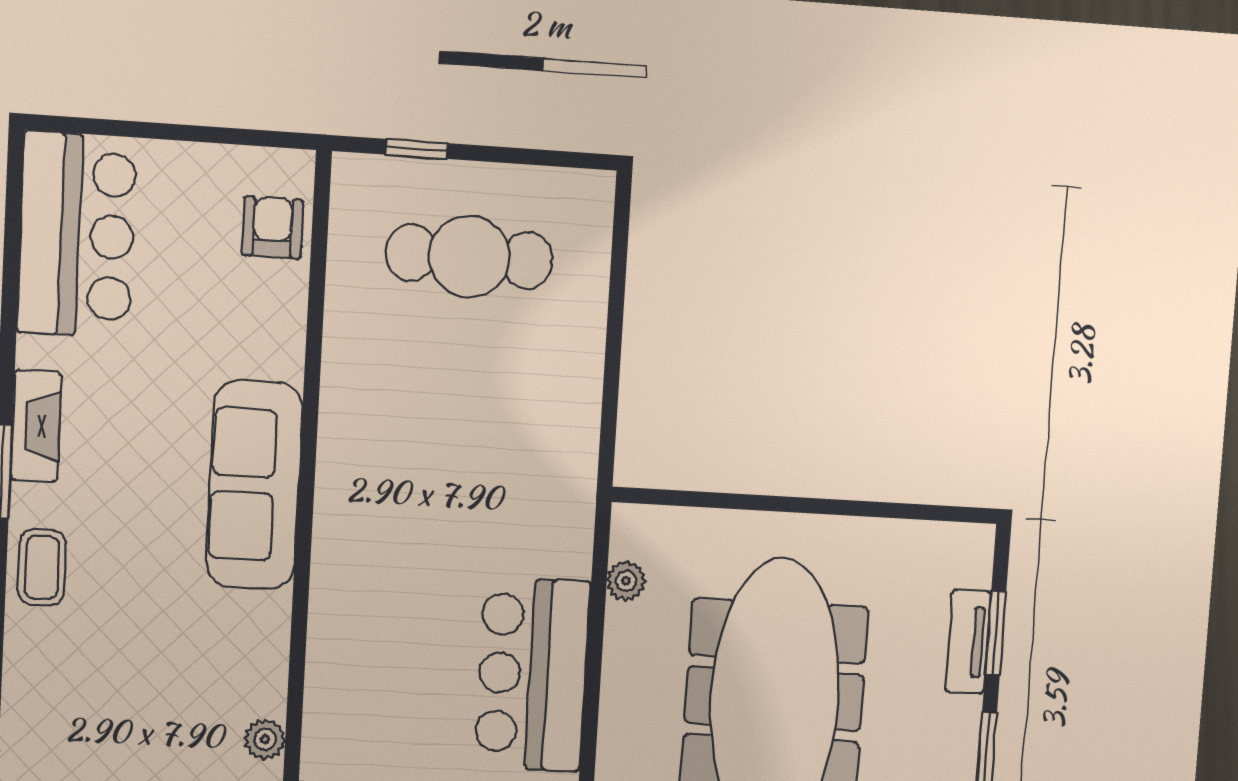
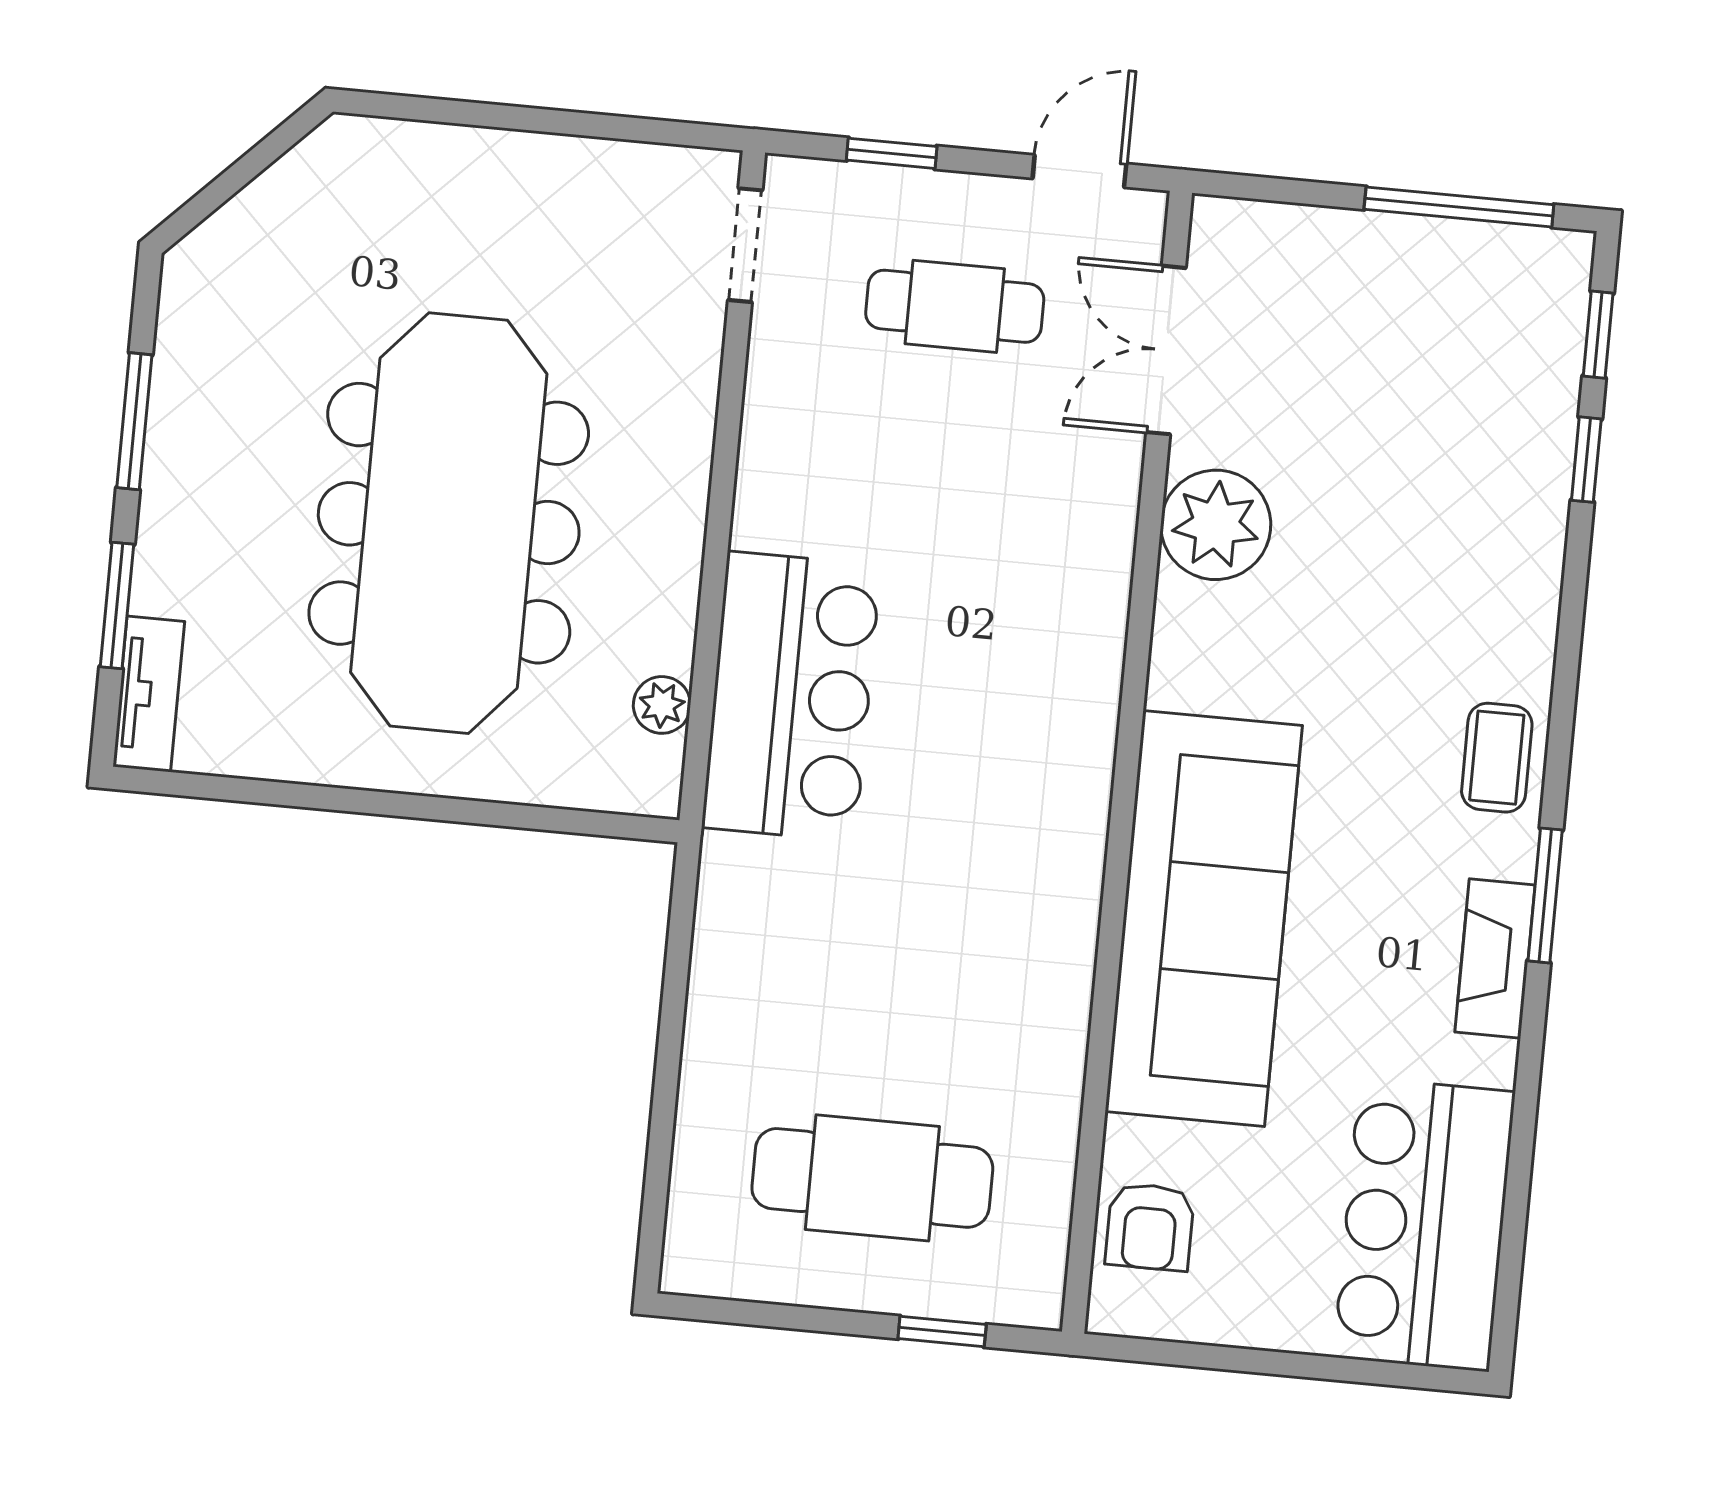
sofa: (254, 485) -> (1204, 919), width x1.36, depth x1.27
tv unit: (968, 642) -> (149, 694), moved
bar counter: (532, 674) -> (791, 696), moved
plant: (265, 739) -> (1216, 525), width x1.87, depth x1.87

